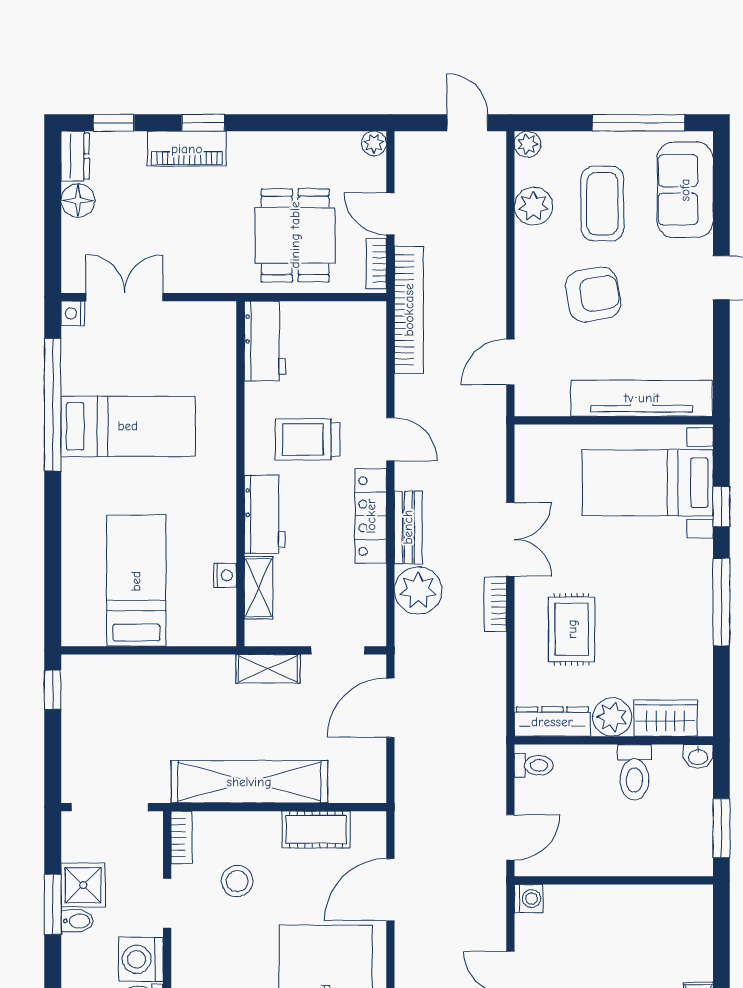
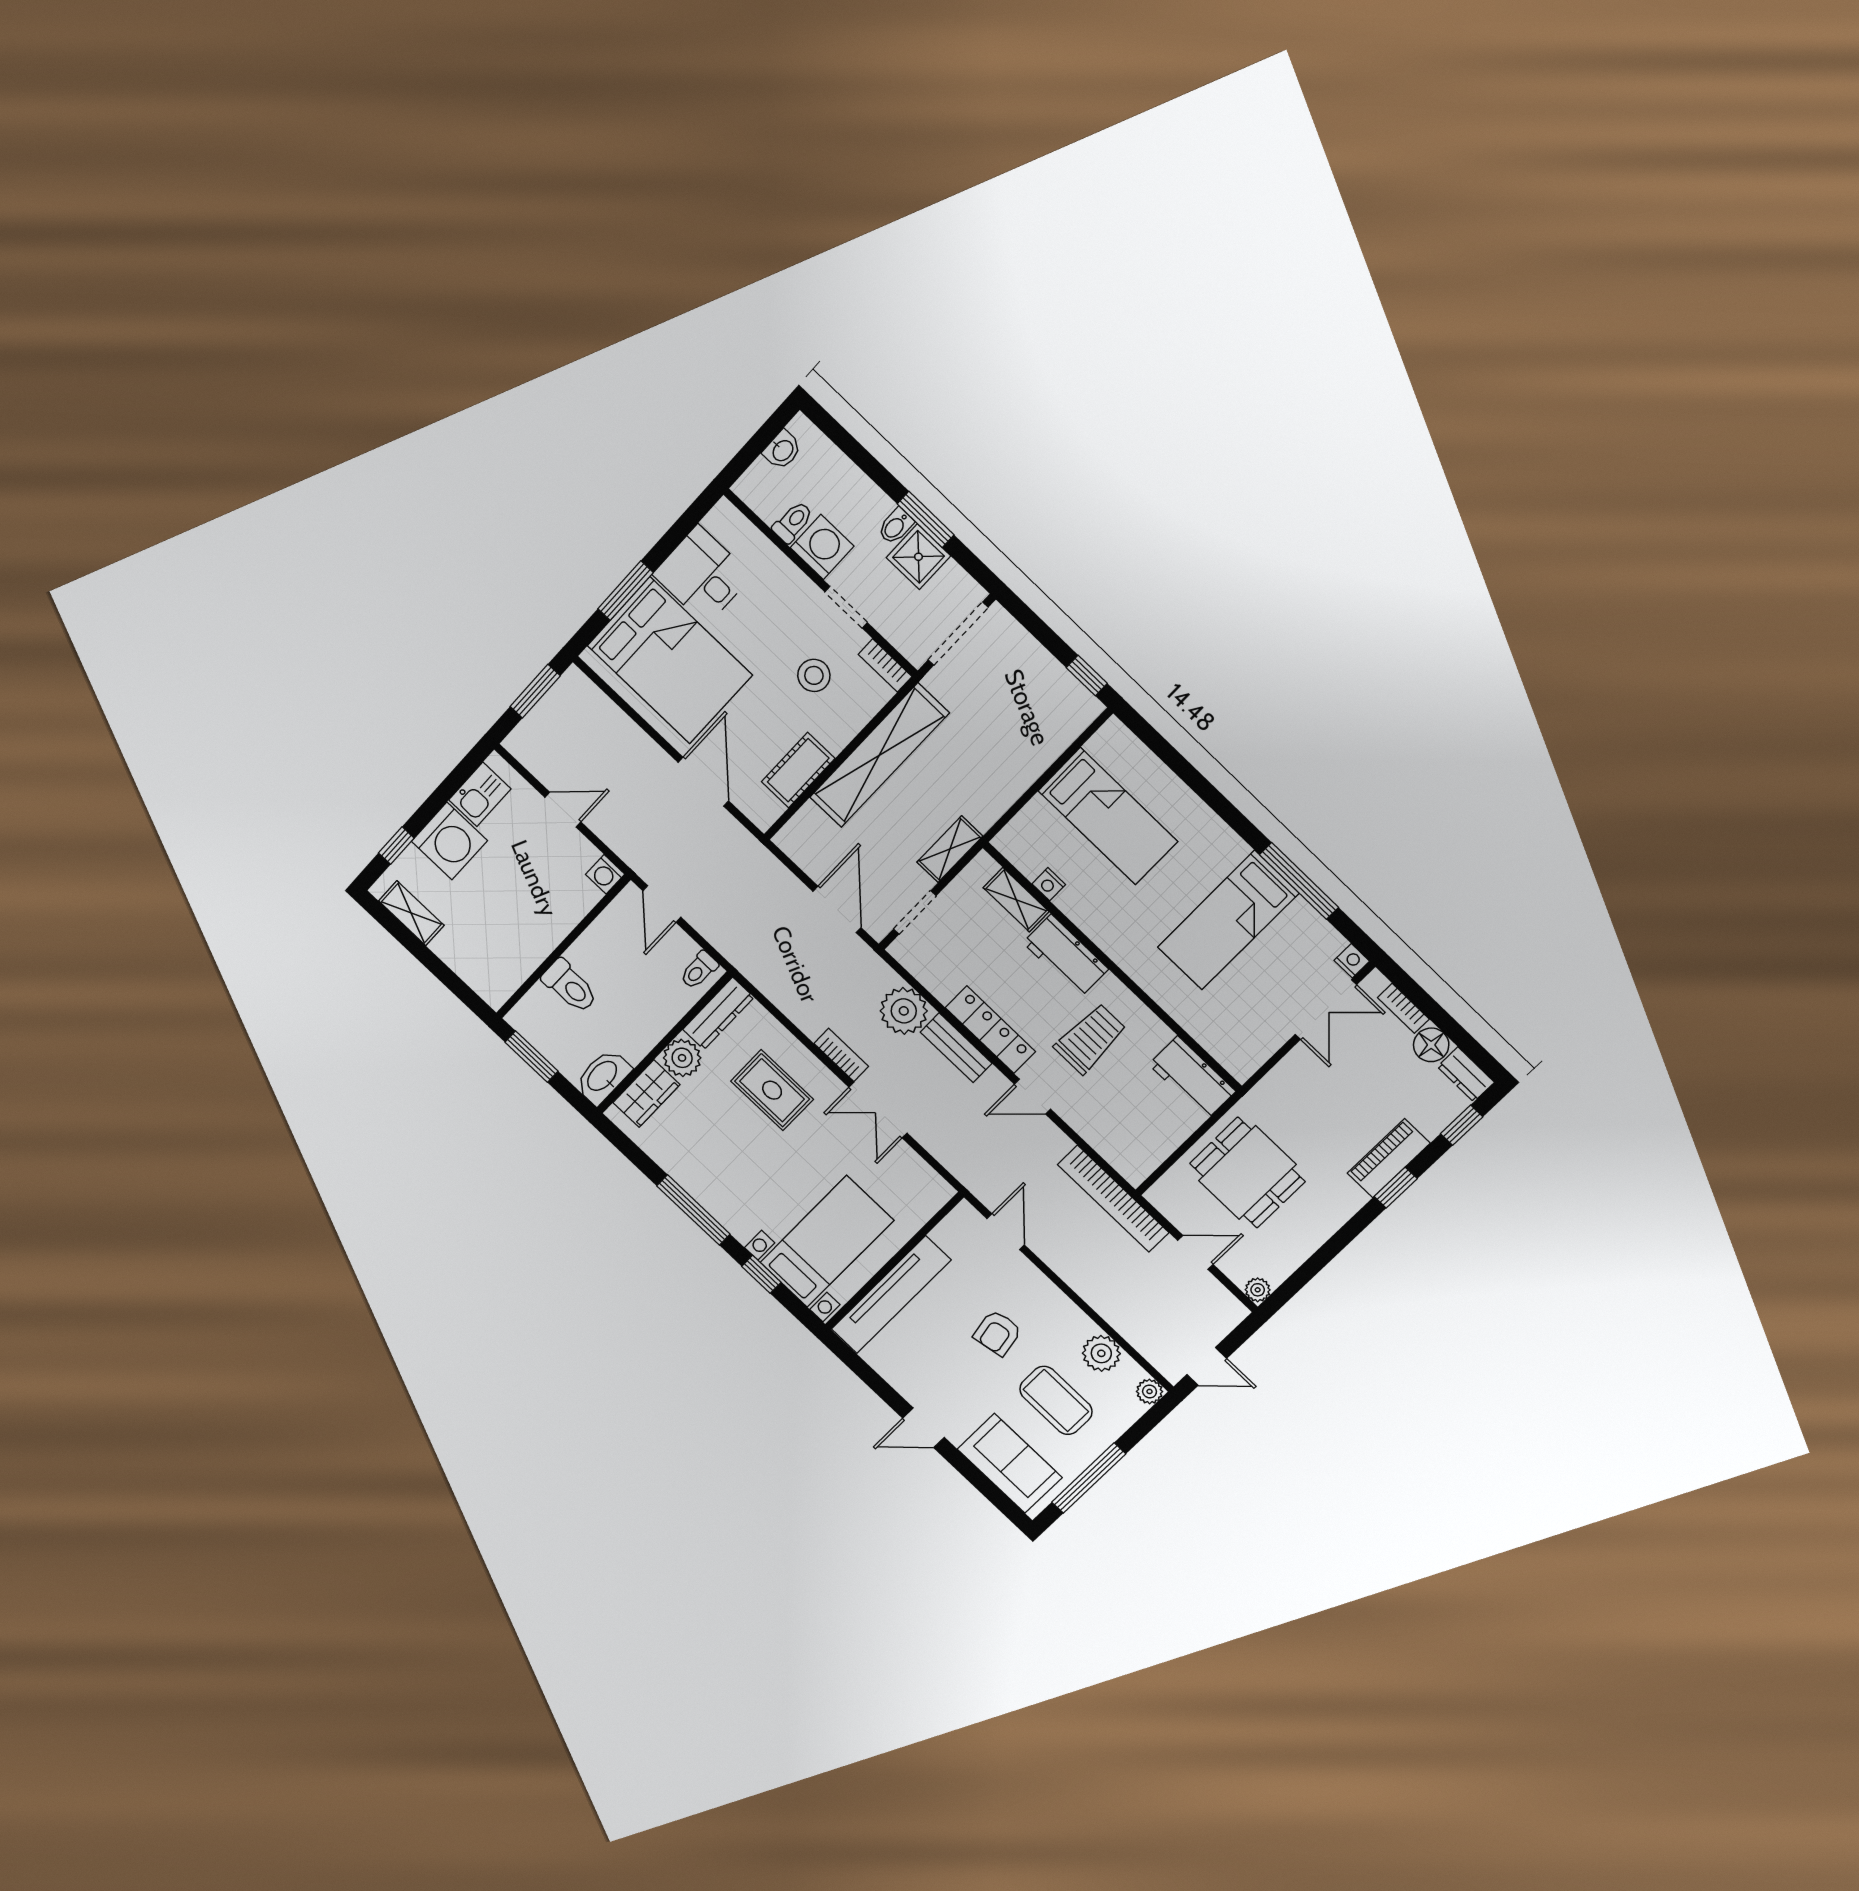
bookcase: (376, 264) -> (1403, 1008), moved, turned 180
armchair: (593, 295) -> (998, 1333), width x0.72, depth x0.72
window: (53, 405) -> (1299, 881), width x0.68
washbasin: (698, 756) -> (603, 1077), width x1.91, depth x1.45
toilet: (634, 772) -> (570, 986), moved, turned 180

